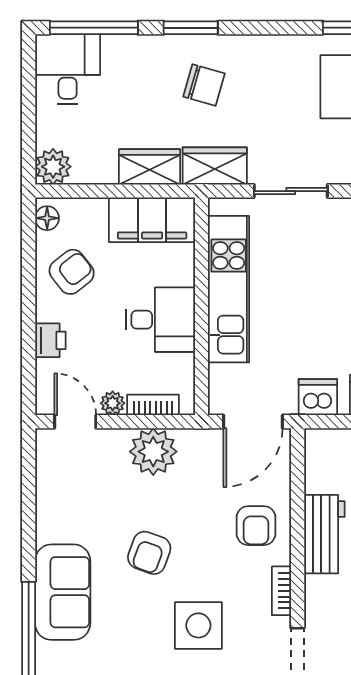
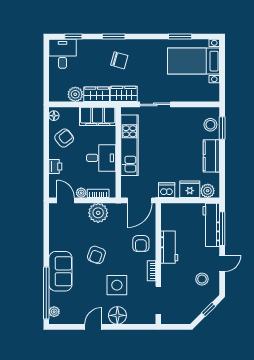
window: (94, 28) -> (73, 36), width x0.46
plant: (53, 167) -> (75, 94), moved

